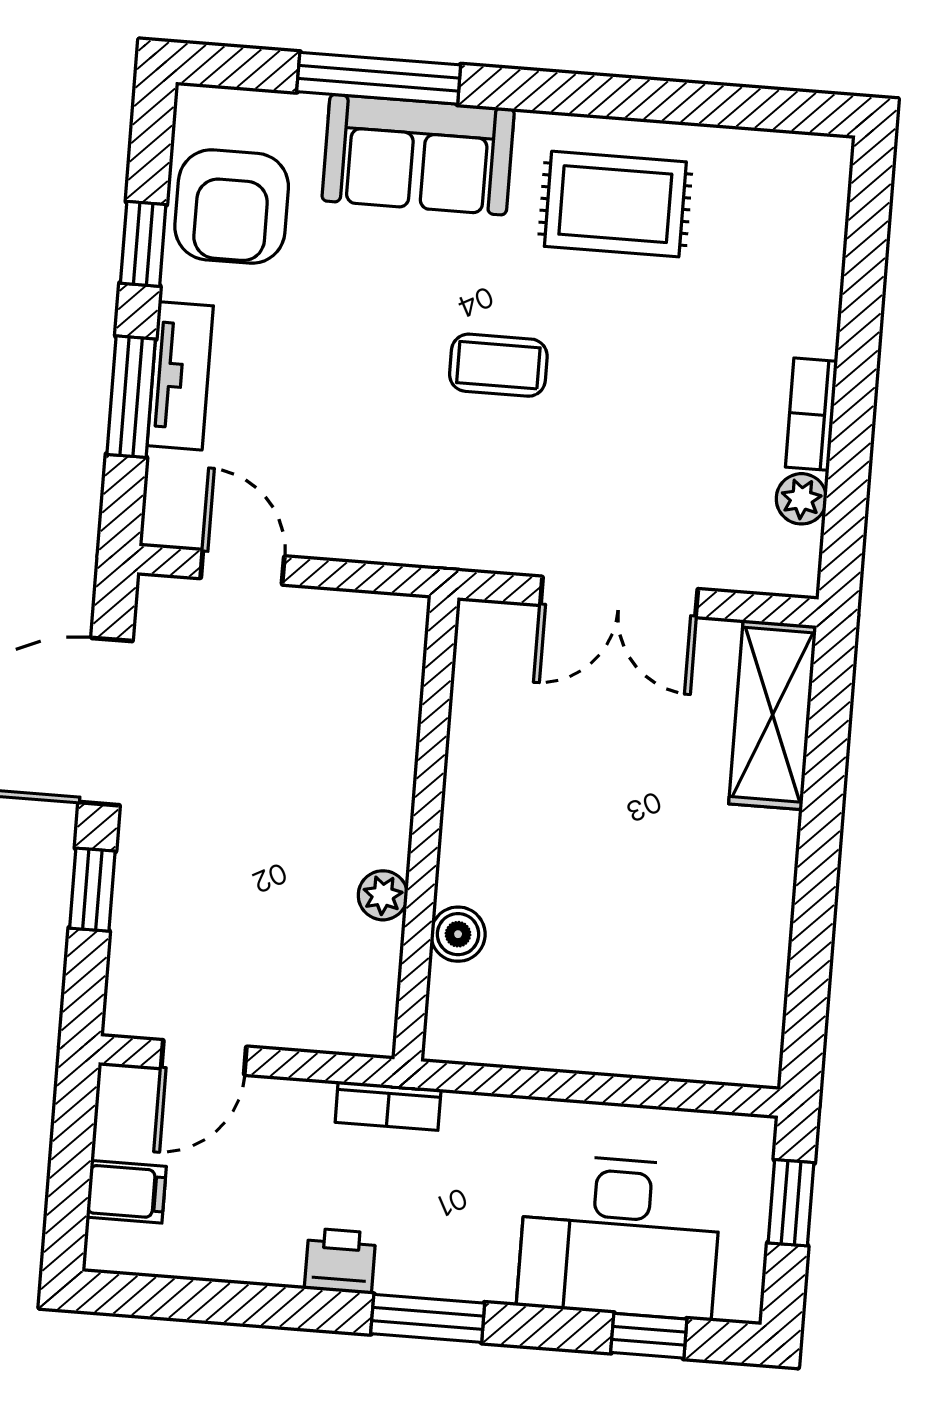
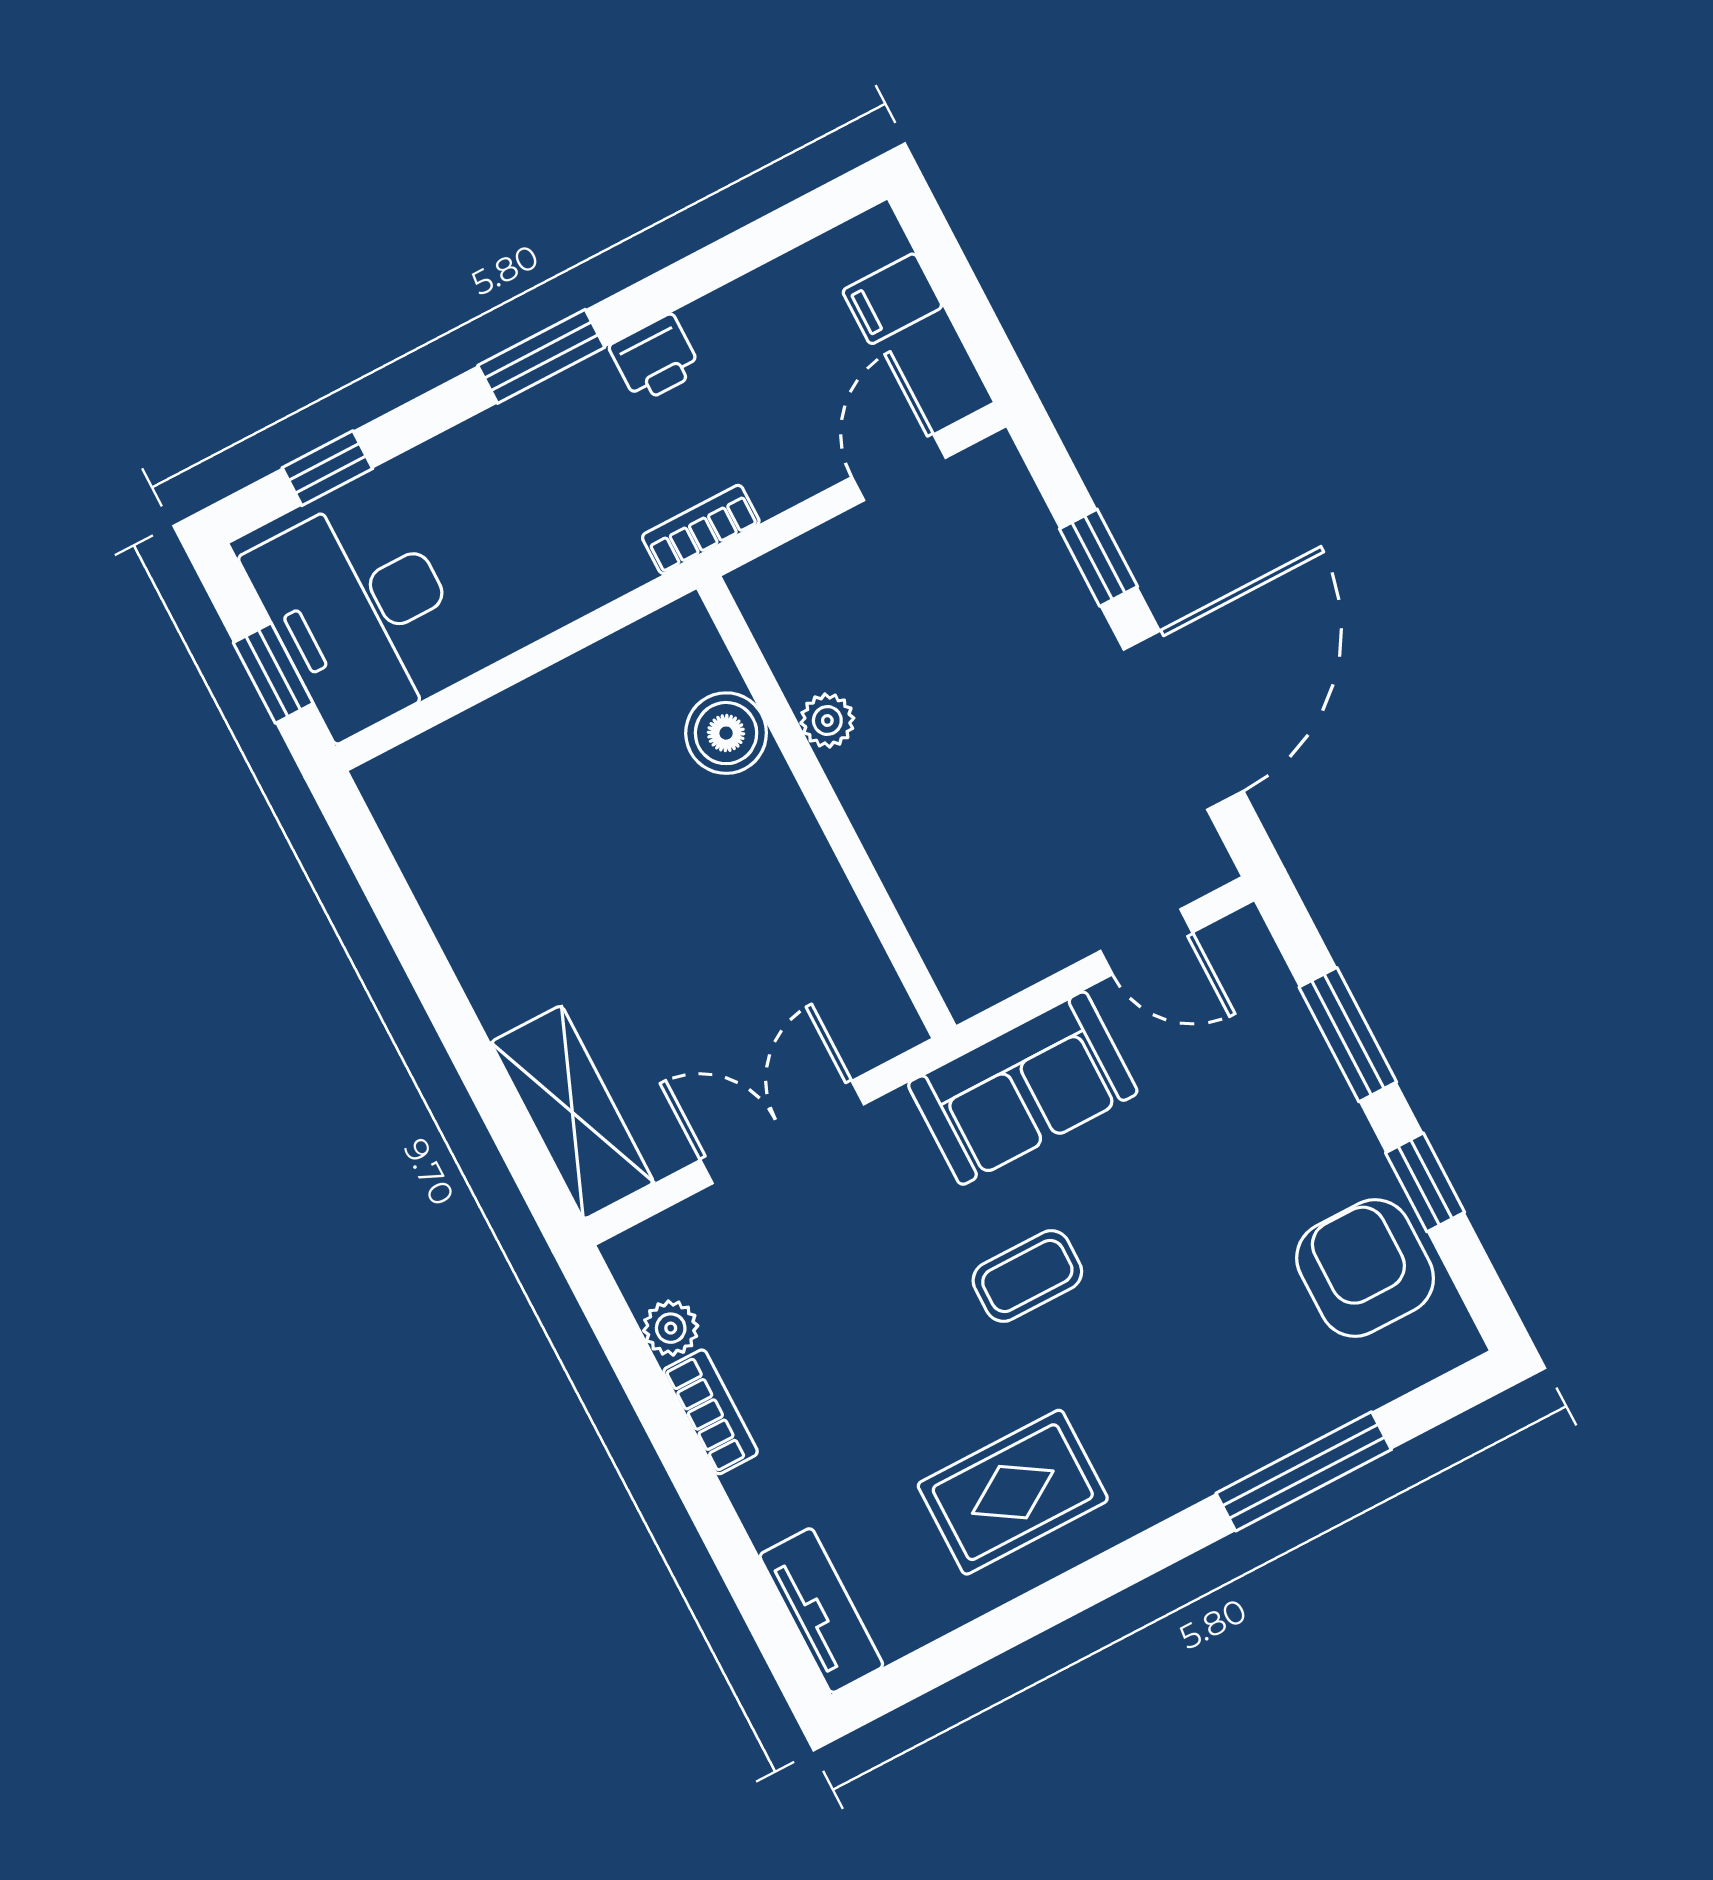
sofa: (418, 155) -> (1023, 1088), moved, turned 180
tv unit: (180, 376) -> (821, 1611), moved, turned 180
boiler: (458, 934) -> (726, 733), width x1.36, depth x1.36
desk: (620, 1237) -> (360, 613), moved, turned -90

